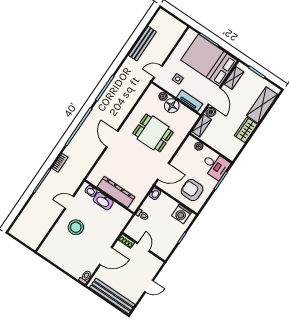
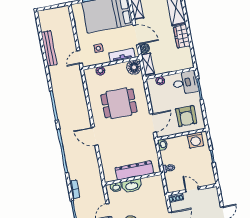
floor lamp: (172, 106) -> (134, 67), moved
armchair: (192, 190) -> (186, 116), turned -90

